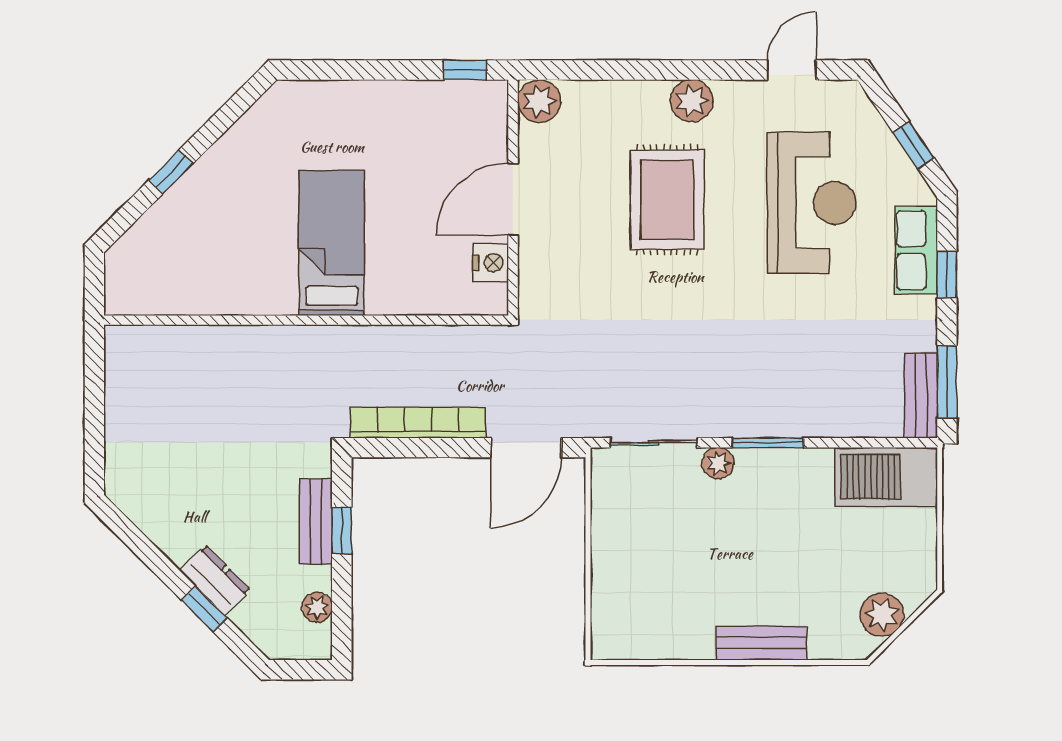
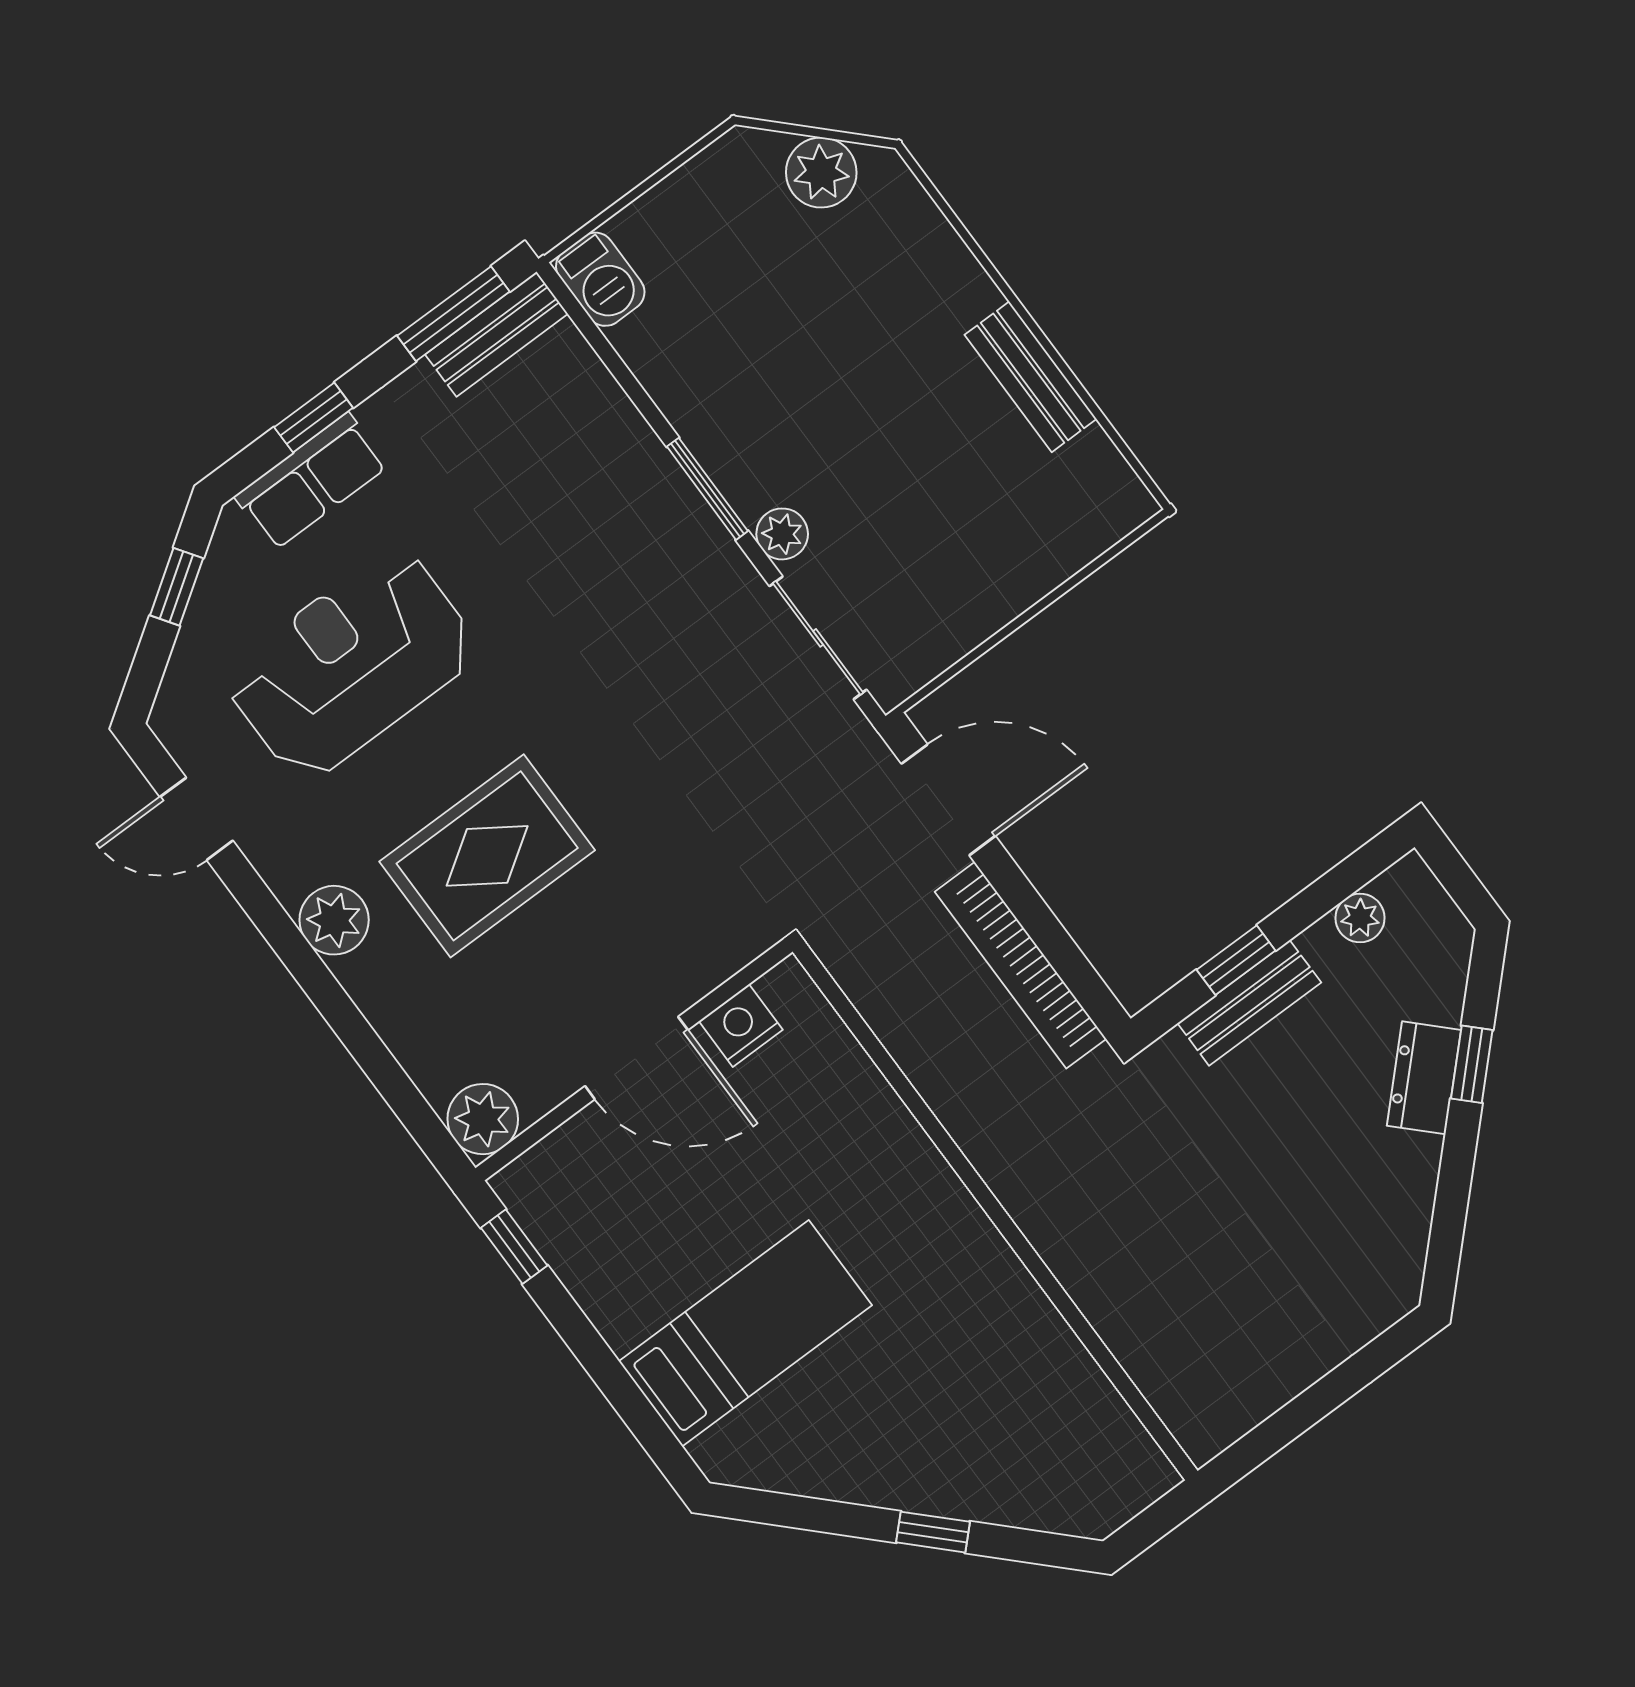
bed: (332, 243) -> (745, 1333), moved, turned 180
barbecue: (886, 477) -> (600, 279), width x0.53, depth x0.65
bench: (761, 643) -> (1031, 377), moved

